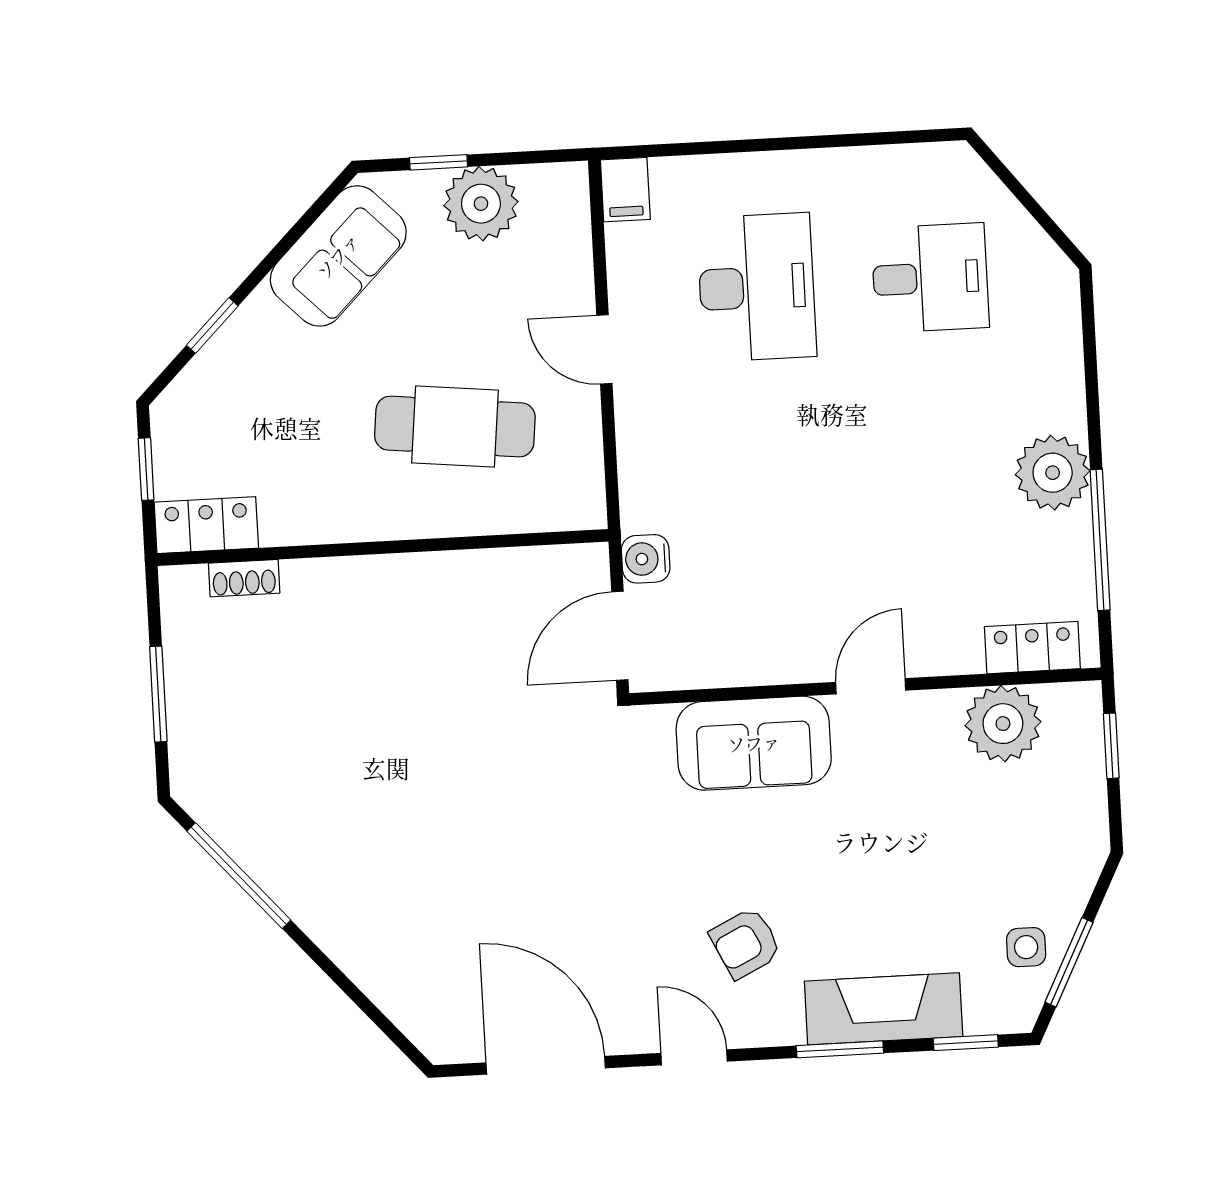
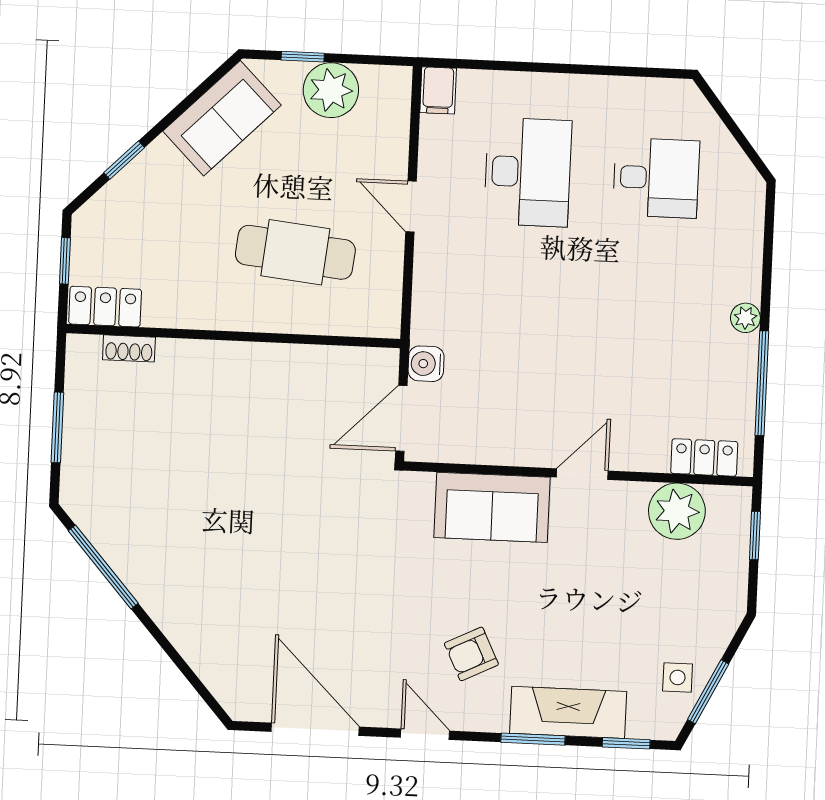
plant: (1053, 473) -> (745, 318), width x0.53, depth x0.53

